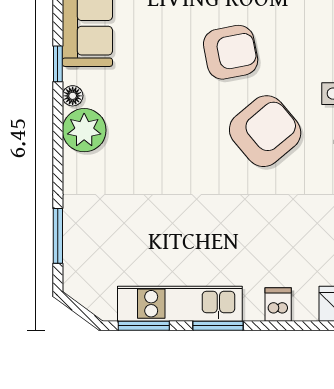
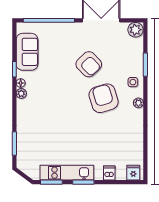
armchair: (231, 52) -> (89, 64), turned 57
plant: (84, 130) -> (21, 93), width x0.53, depth x0.53
armchair: (265, 131) -> (104, 98), turned -67

